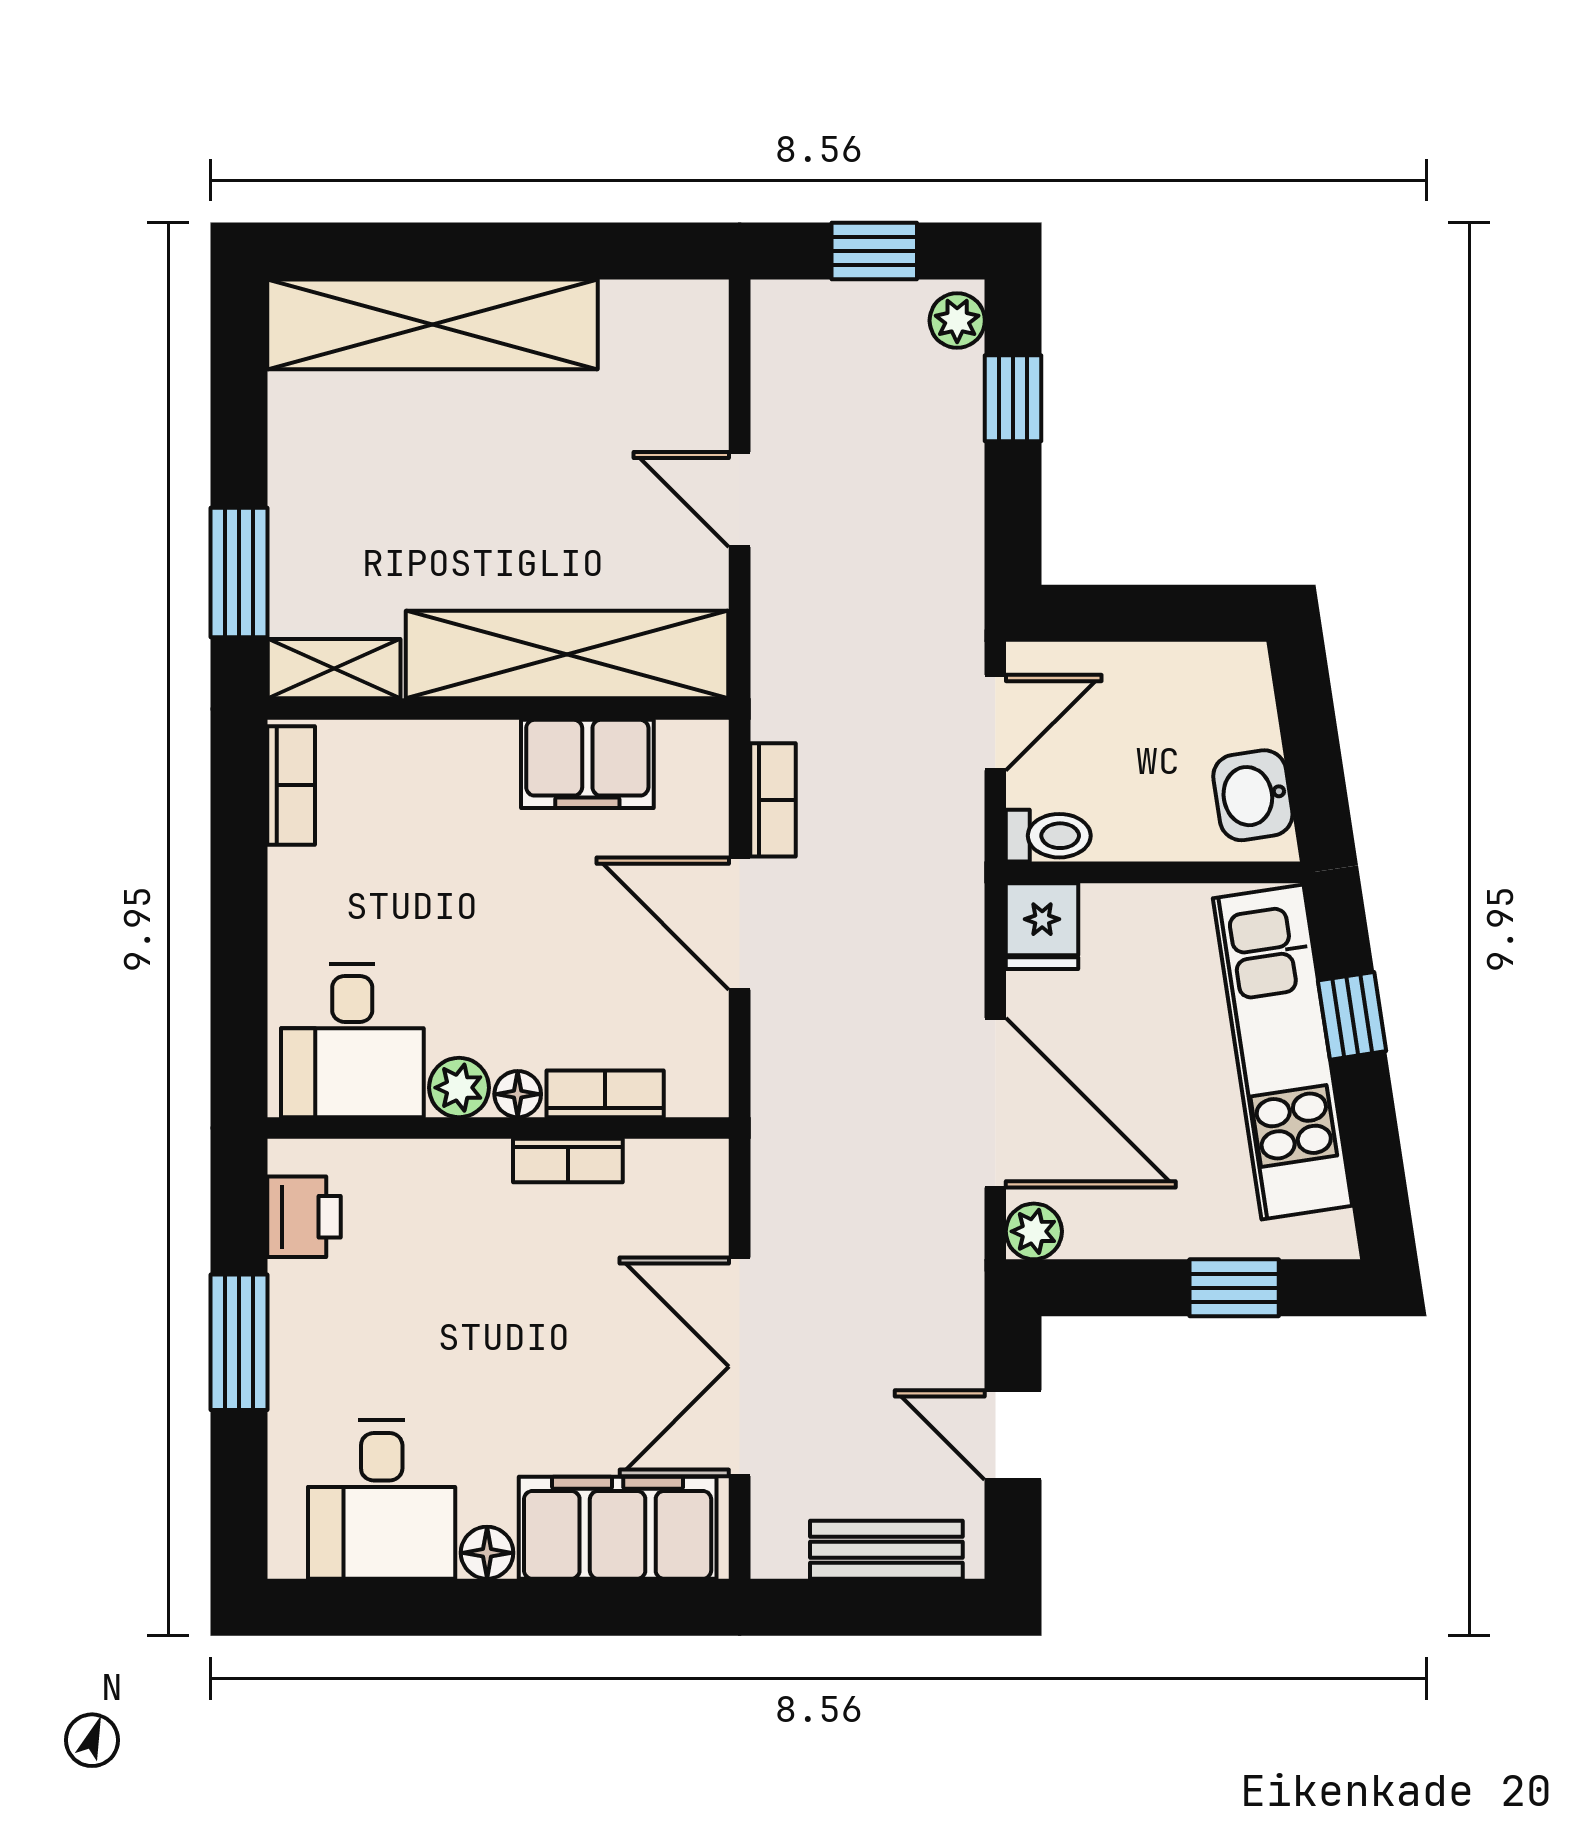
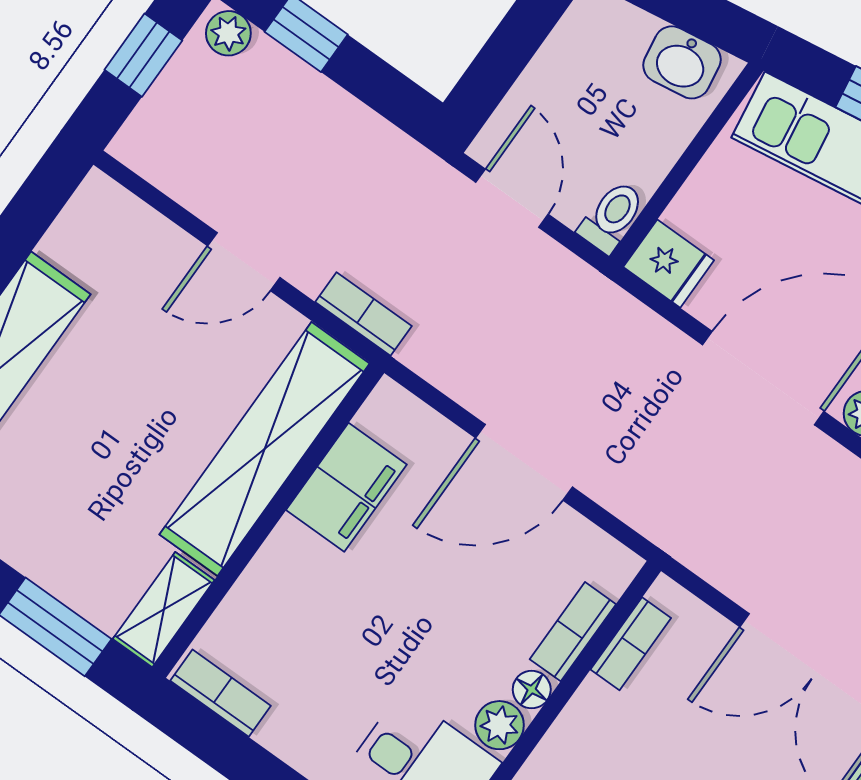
bookcase: (773, 800) -> (363, 314), moved
bookcase: (568, 1161) -> (631, 644), moved

